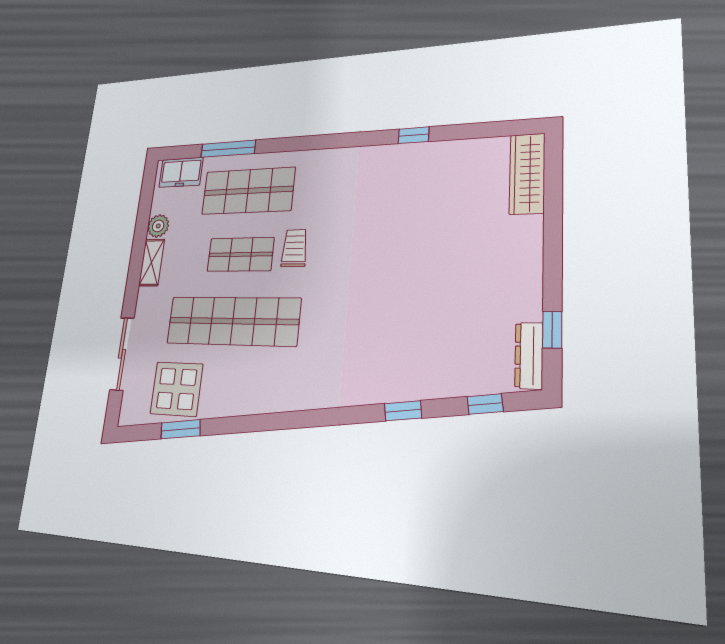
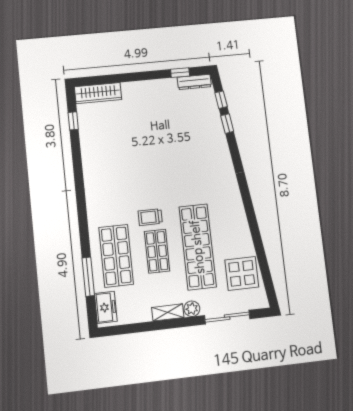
window: (414, 135) -> (73, 121), moved
plant: (158, 226) -> (192, 309), moved
window: (403, 411) -> (227, 124), moved
window: (181, 429) -> (264, 265), removed

